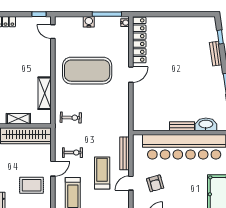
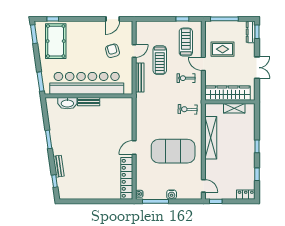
shelving: (45, 93) -> (211, 138), width x1.47
door: (53, 169) -> (203, 64), hinge flipped

